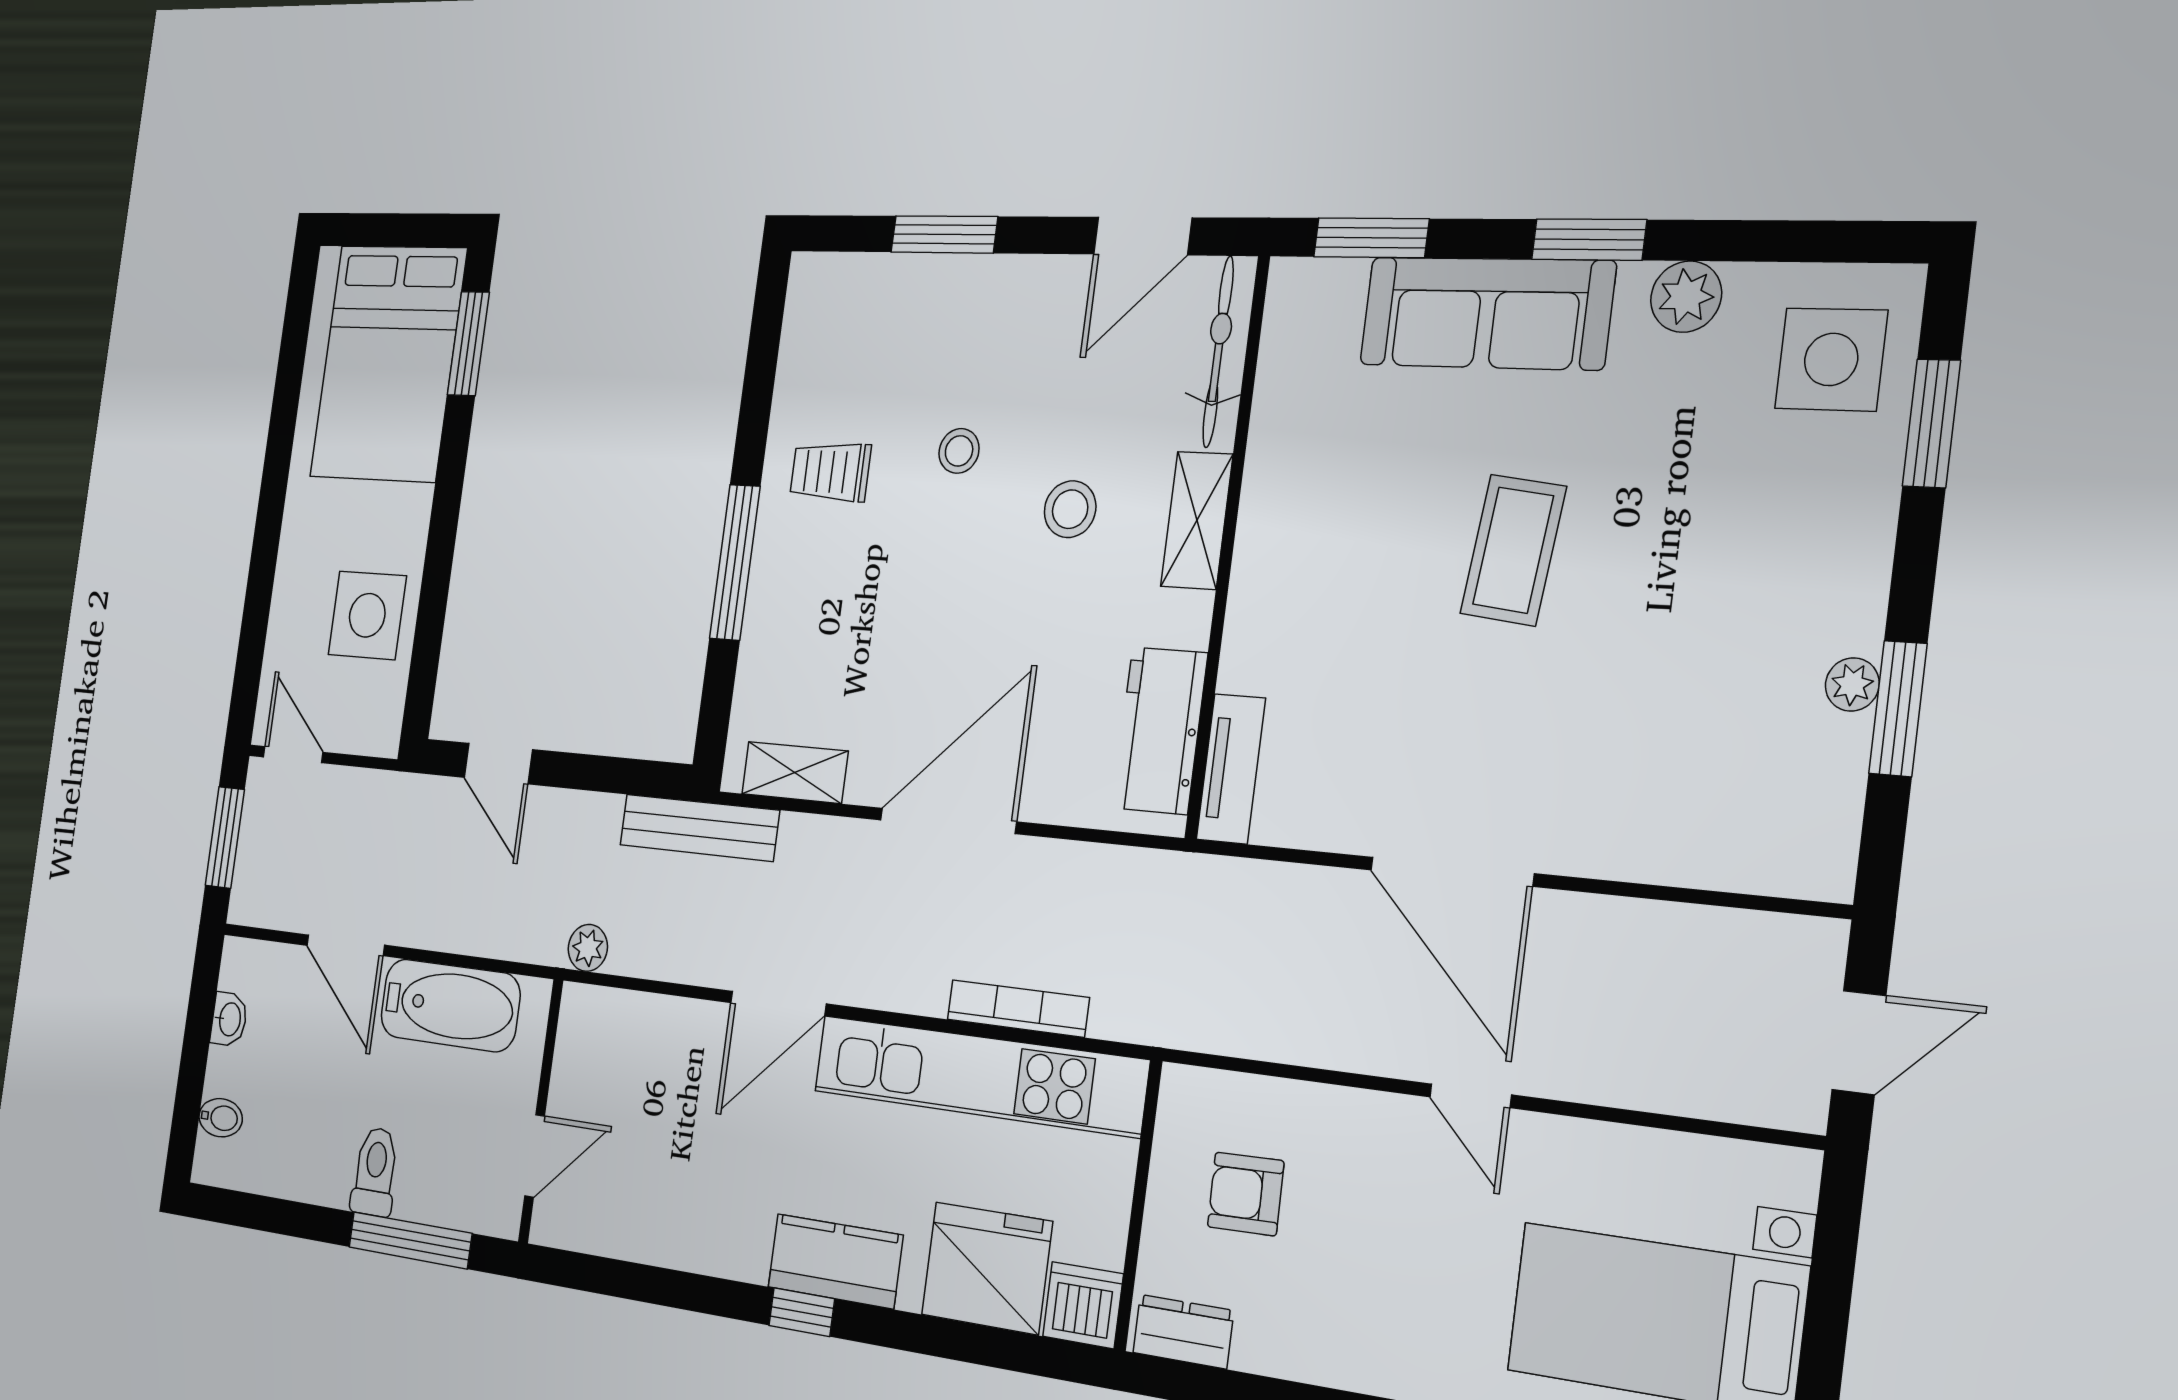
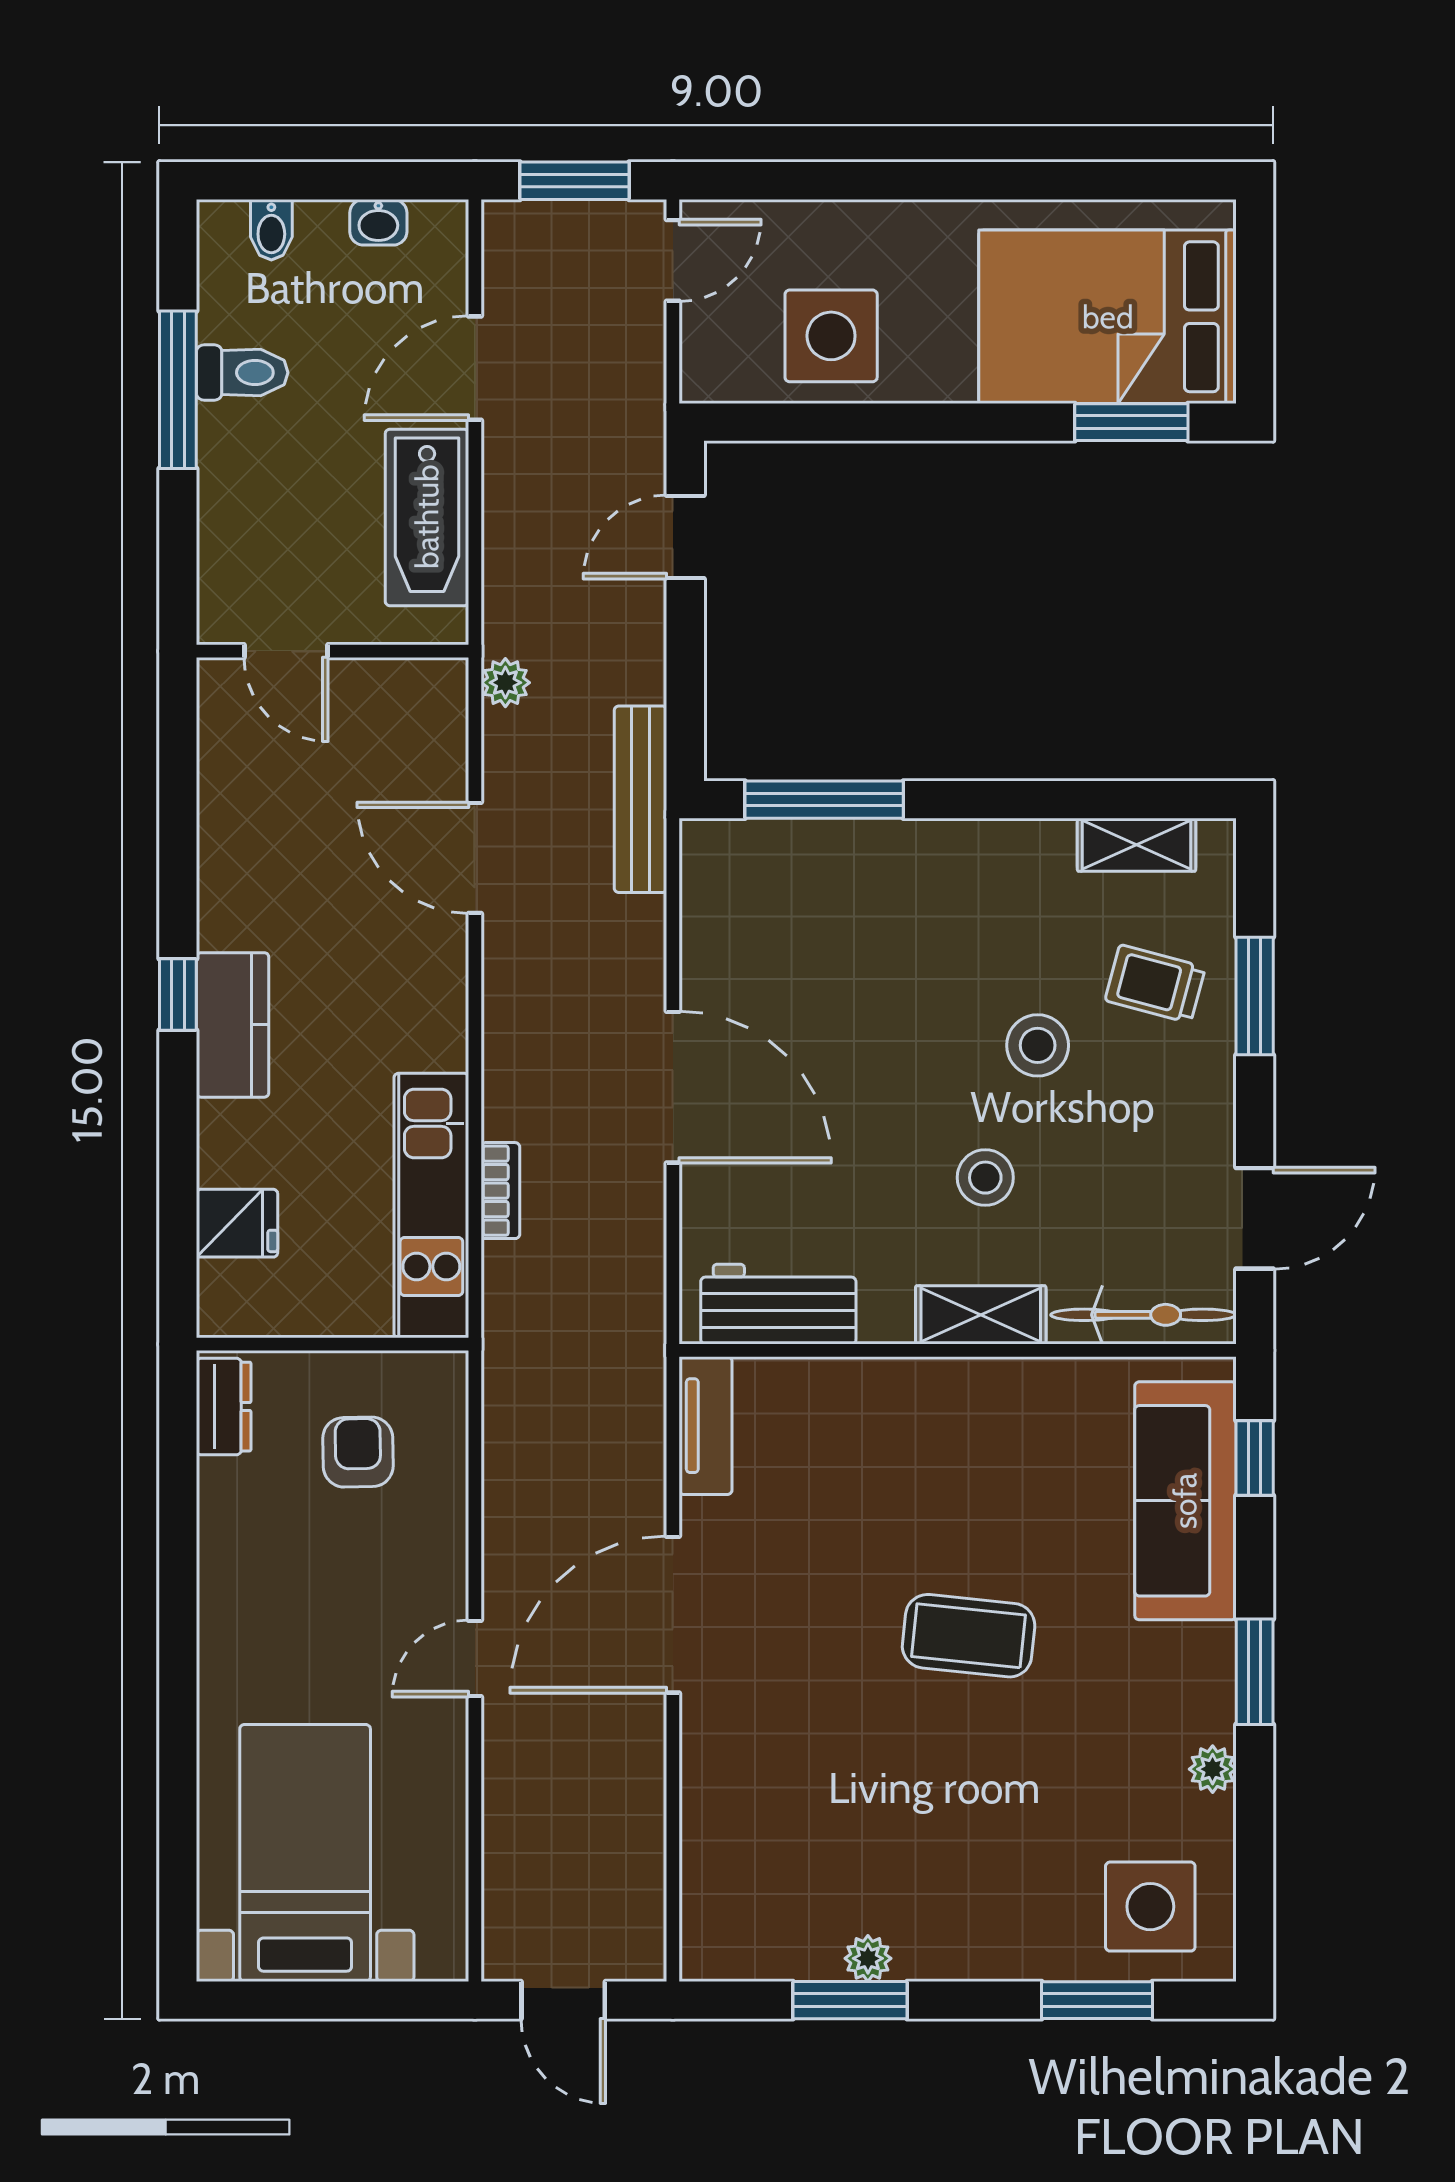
door: (1143, 236) -> (1255, 1218), swing flipped
window: (1371, 238) -> (1255, 1458), width x0.67
plant: (1686, 297) -> (1213, 1769), width x0.73, depth x0.73
sofa: (1487, 313) -> (1185, 1501), moved
stool: (959, 451) -> (1038, 1045), width x1.37, depth x1.37
trolley: (830, 472) -> (1155, 984), moved, turned -75
window: (735, 562) -> (824, 800), moved
tv unit: (1231, 769) -> (705, 1426), moved, turned -90
shelving: (795, 772) -> (1137, 845), moved, turned 90
door: (778, 1003) -> (475, 858), moved
bookcase: (1018, 1008) -> (500, 1191), width x0.64
kitchen unit: (979, 1076) -> (431, 1206), width x0.73
toilet: (375, 1172) -> (242, 373), moved
window: (410, 1240) -> (178, 390), moved
fridge: (987, 1268) -> (237, 1223), width x0.53, depth x0.75
dishwasher: (1083, 1305) -> (232, 1300), removed

